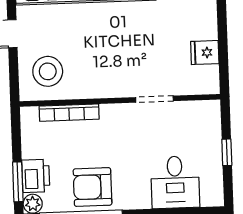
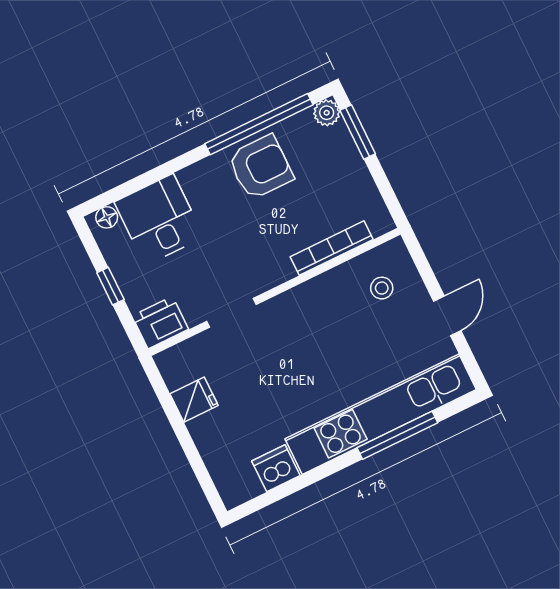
stool: (48, 71) -> (382, 288), width x0.53, depth x0.53
printer: (36, 176) -> (160, 323), moved, turned 90
floor lamp: (209, 199) -> (107, 217), added

